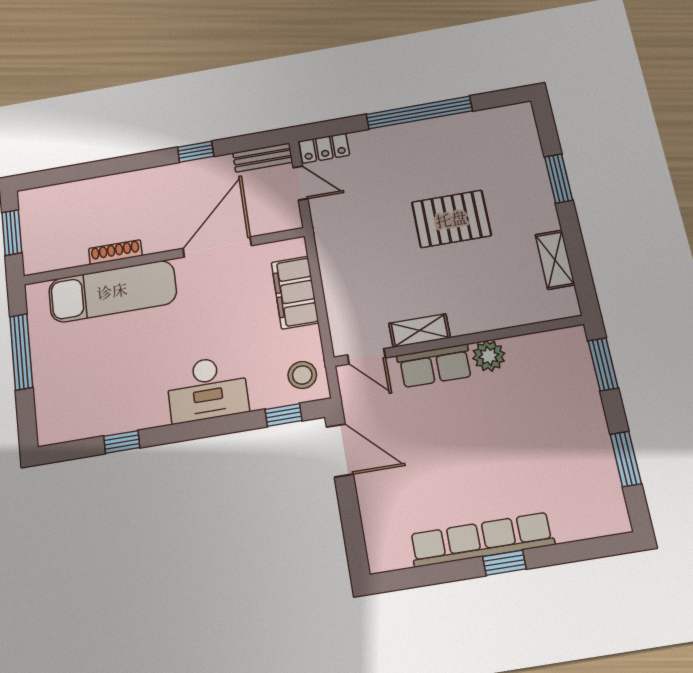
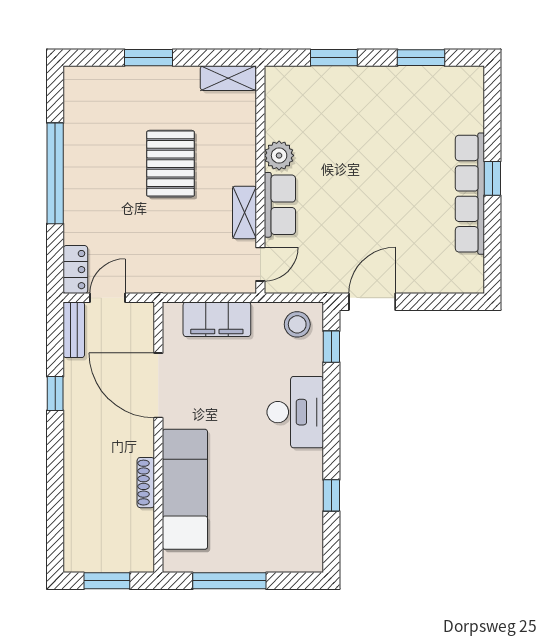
shelving: (419, 331) -> (244, 212), moved
wall: (458, 341) -> (260, 180), moved
door: (366, 356) -> (260, 264), moved
plant: (489, 356) -> (279, 155), moved
row of seats: (435, 366) -> (280, 205), moved

